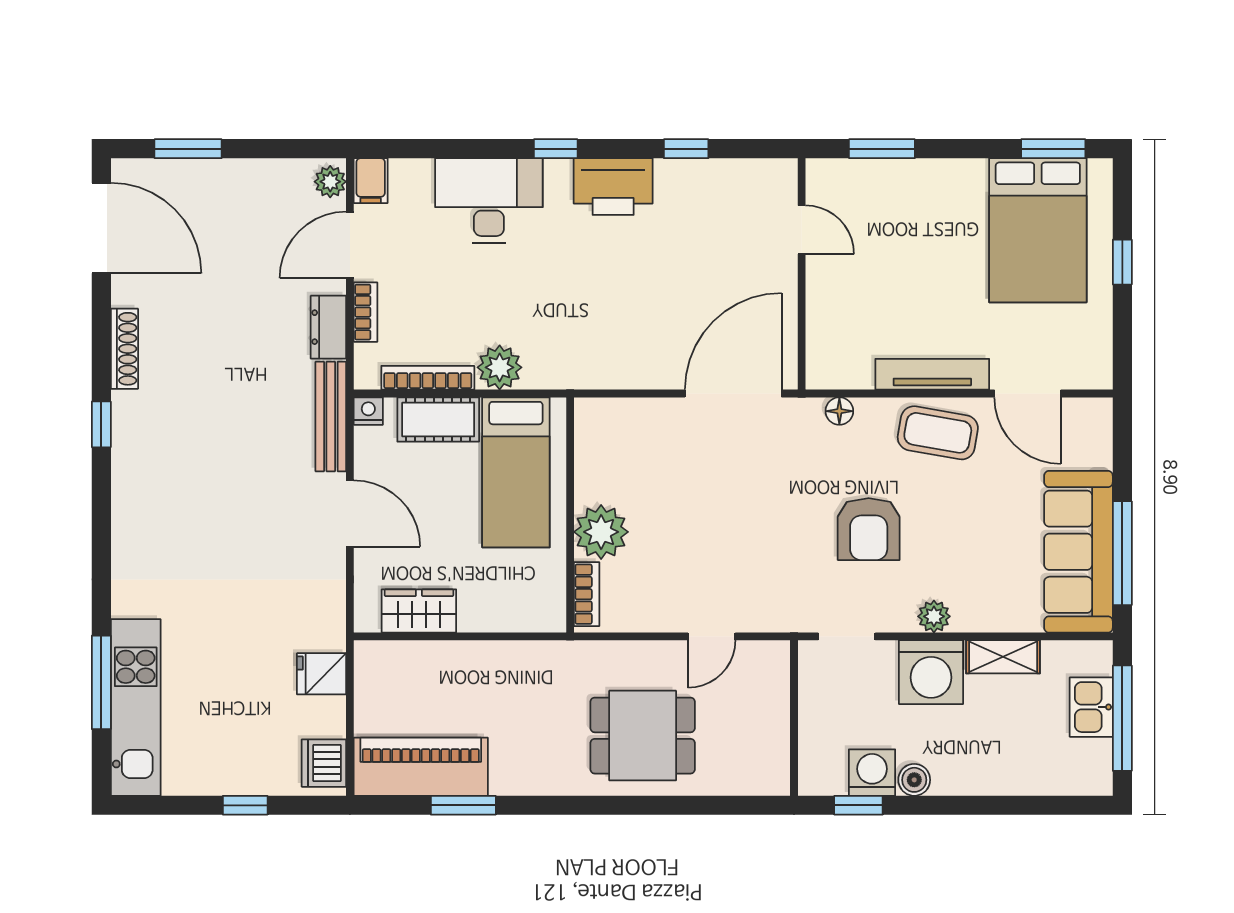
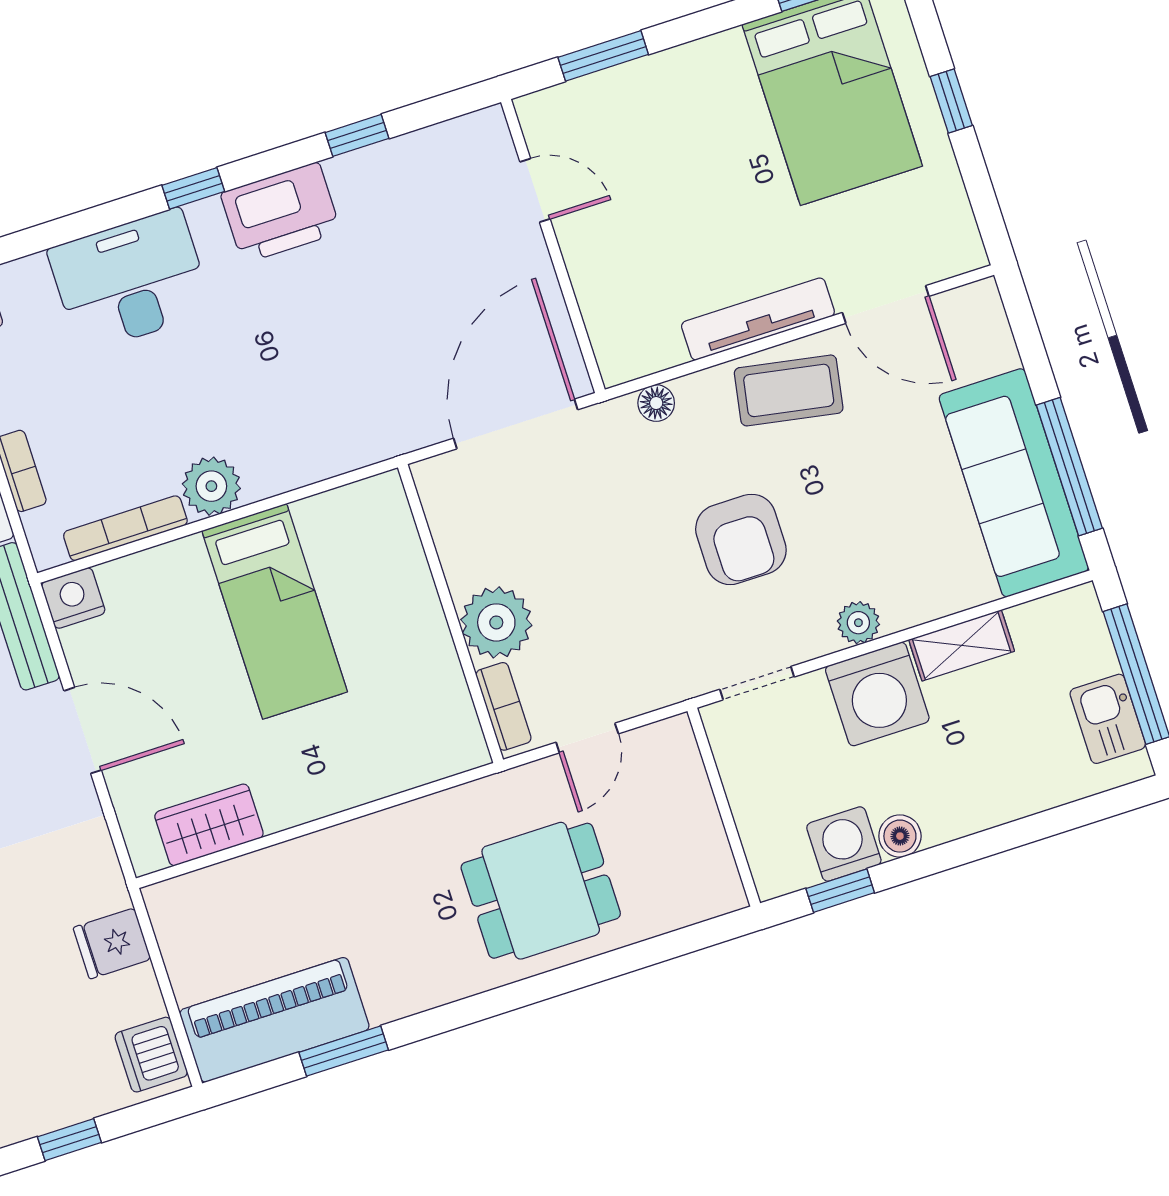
nightstand: (368, 411) -> (73, 598), width x1.39, depth x1.35
cot: (438, 419) -> (155, 576), removed
wall: (570, 515) -> (451, 614), moved
plant: (601, 532) -> (496, 622), moved
bookcase: (587, 594) -> (504, 706), moved
kitchen sink: (1091, 707) -> (1108, 719), moved

